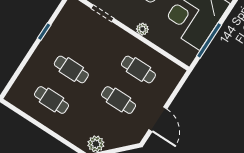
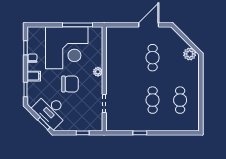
cafe table: (138, 69) -> (125, 58), removed

